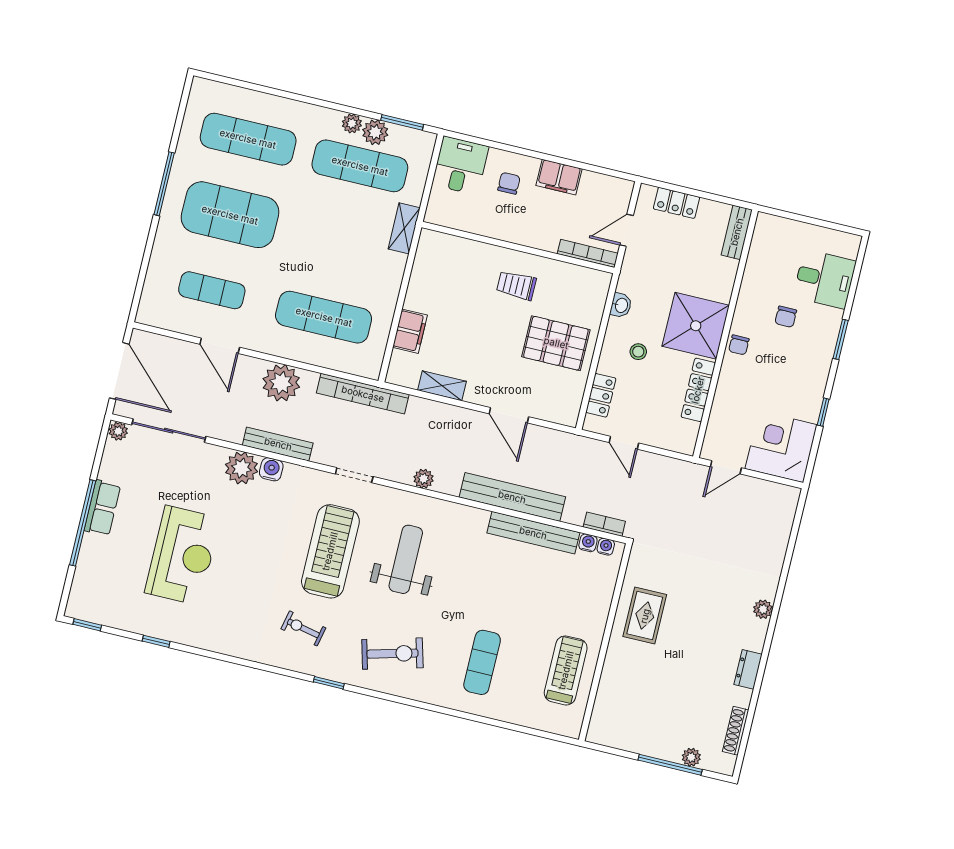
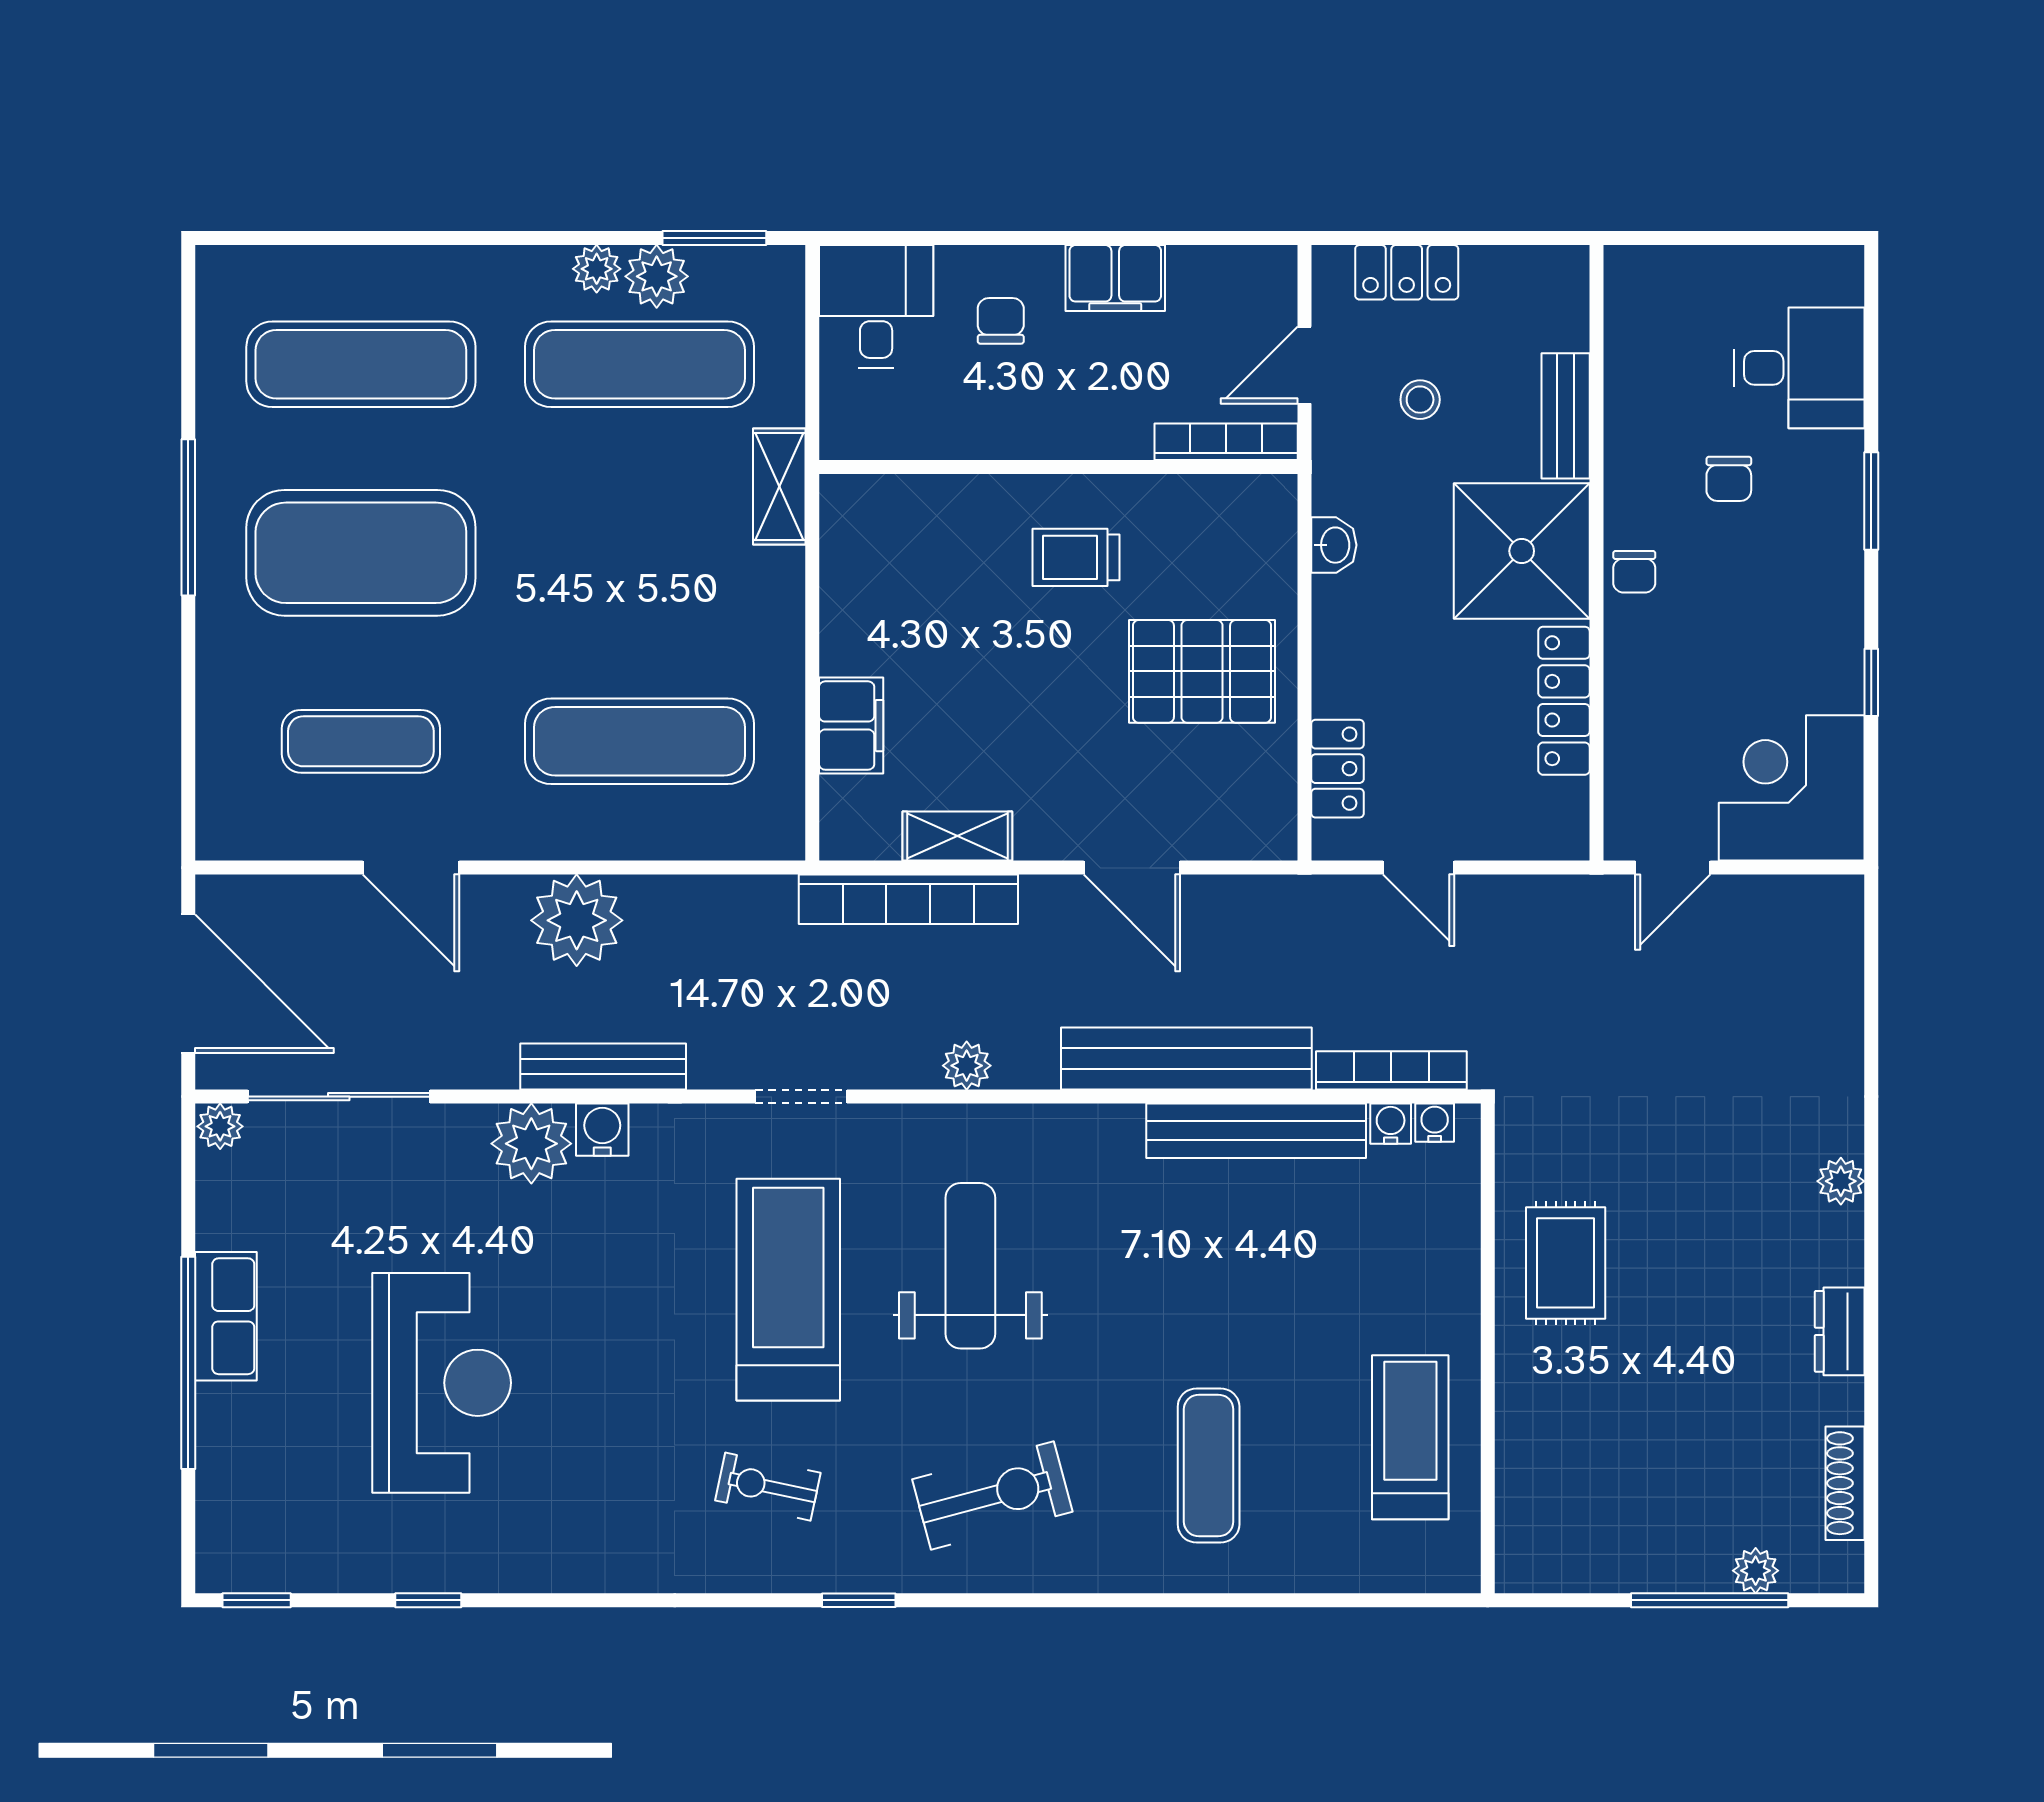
bench: (737, 232) -> (1566, 416), moved
stool: (638, 352) -> (1420, 400), moved
bookcase: (363, 394) -> (908, 899), moved
bookcase: (604, 524) -> (1391, 1070), width x1.56

